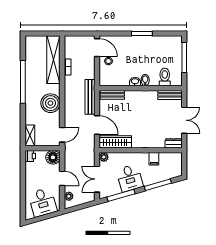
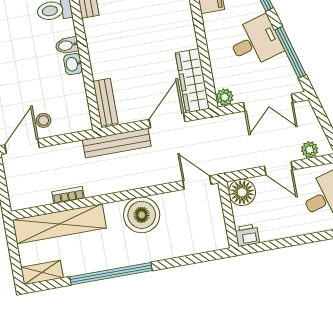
shelving: (30, 135) -> (42, 273), moved
door: (62, 178) -> (278, 168), swing flipped

